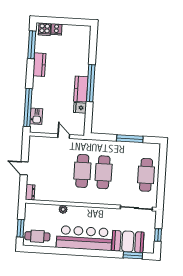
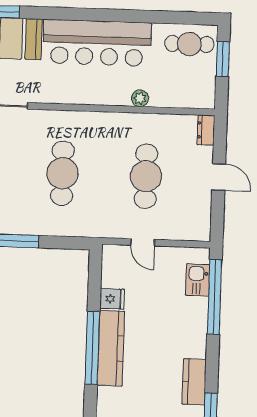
kitchen counter: (81, 89) -> (111, 348), width x1.50
cafe table: (82, 171) -> (146, 176), moved

